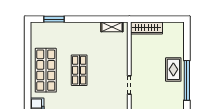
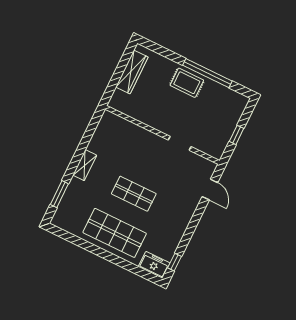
shelving: (112, 27) -> (85, 165), moved
wardrobe: (146, 28) -> (132, 72), moved

